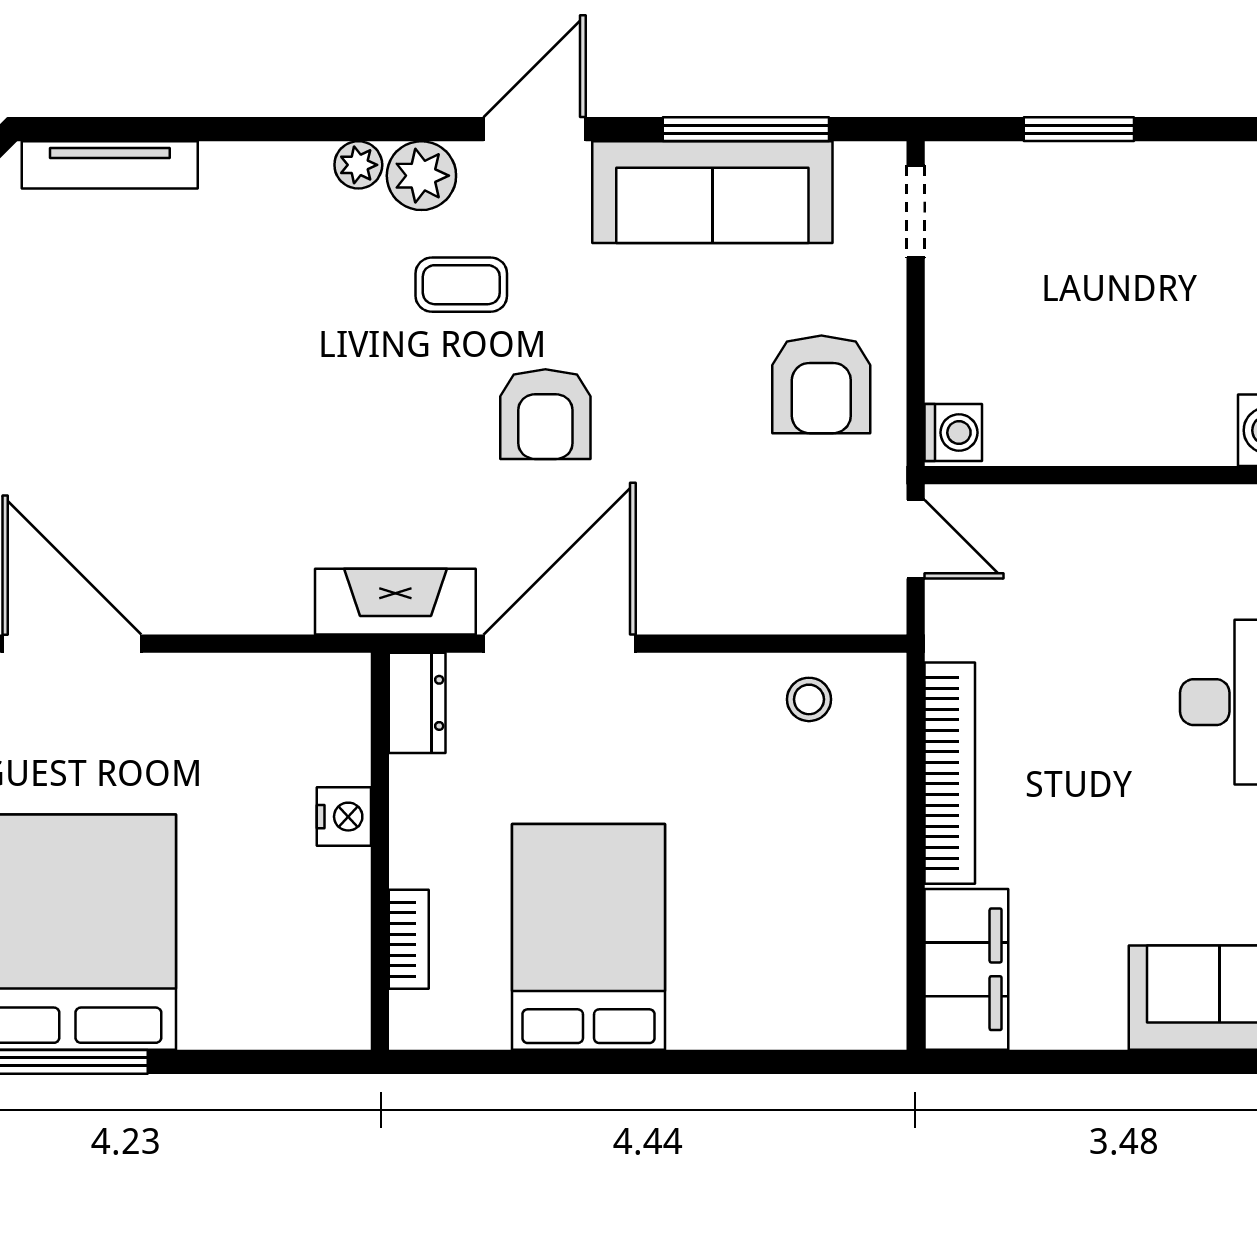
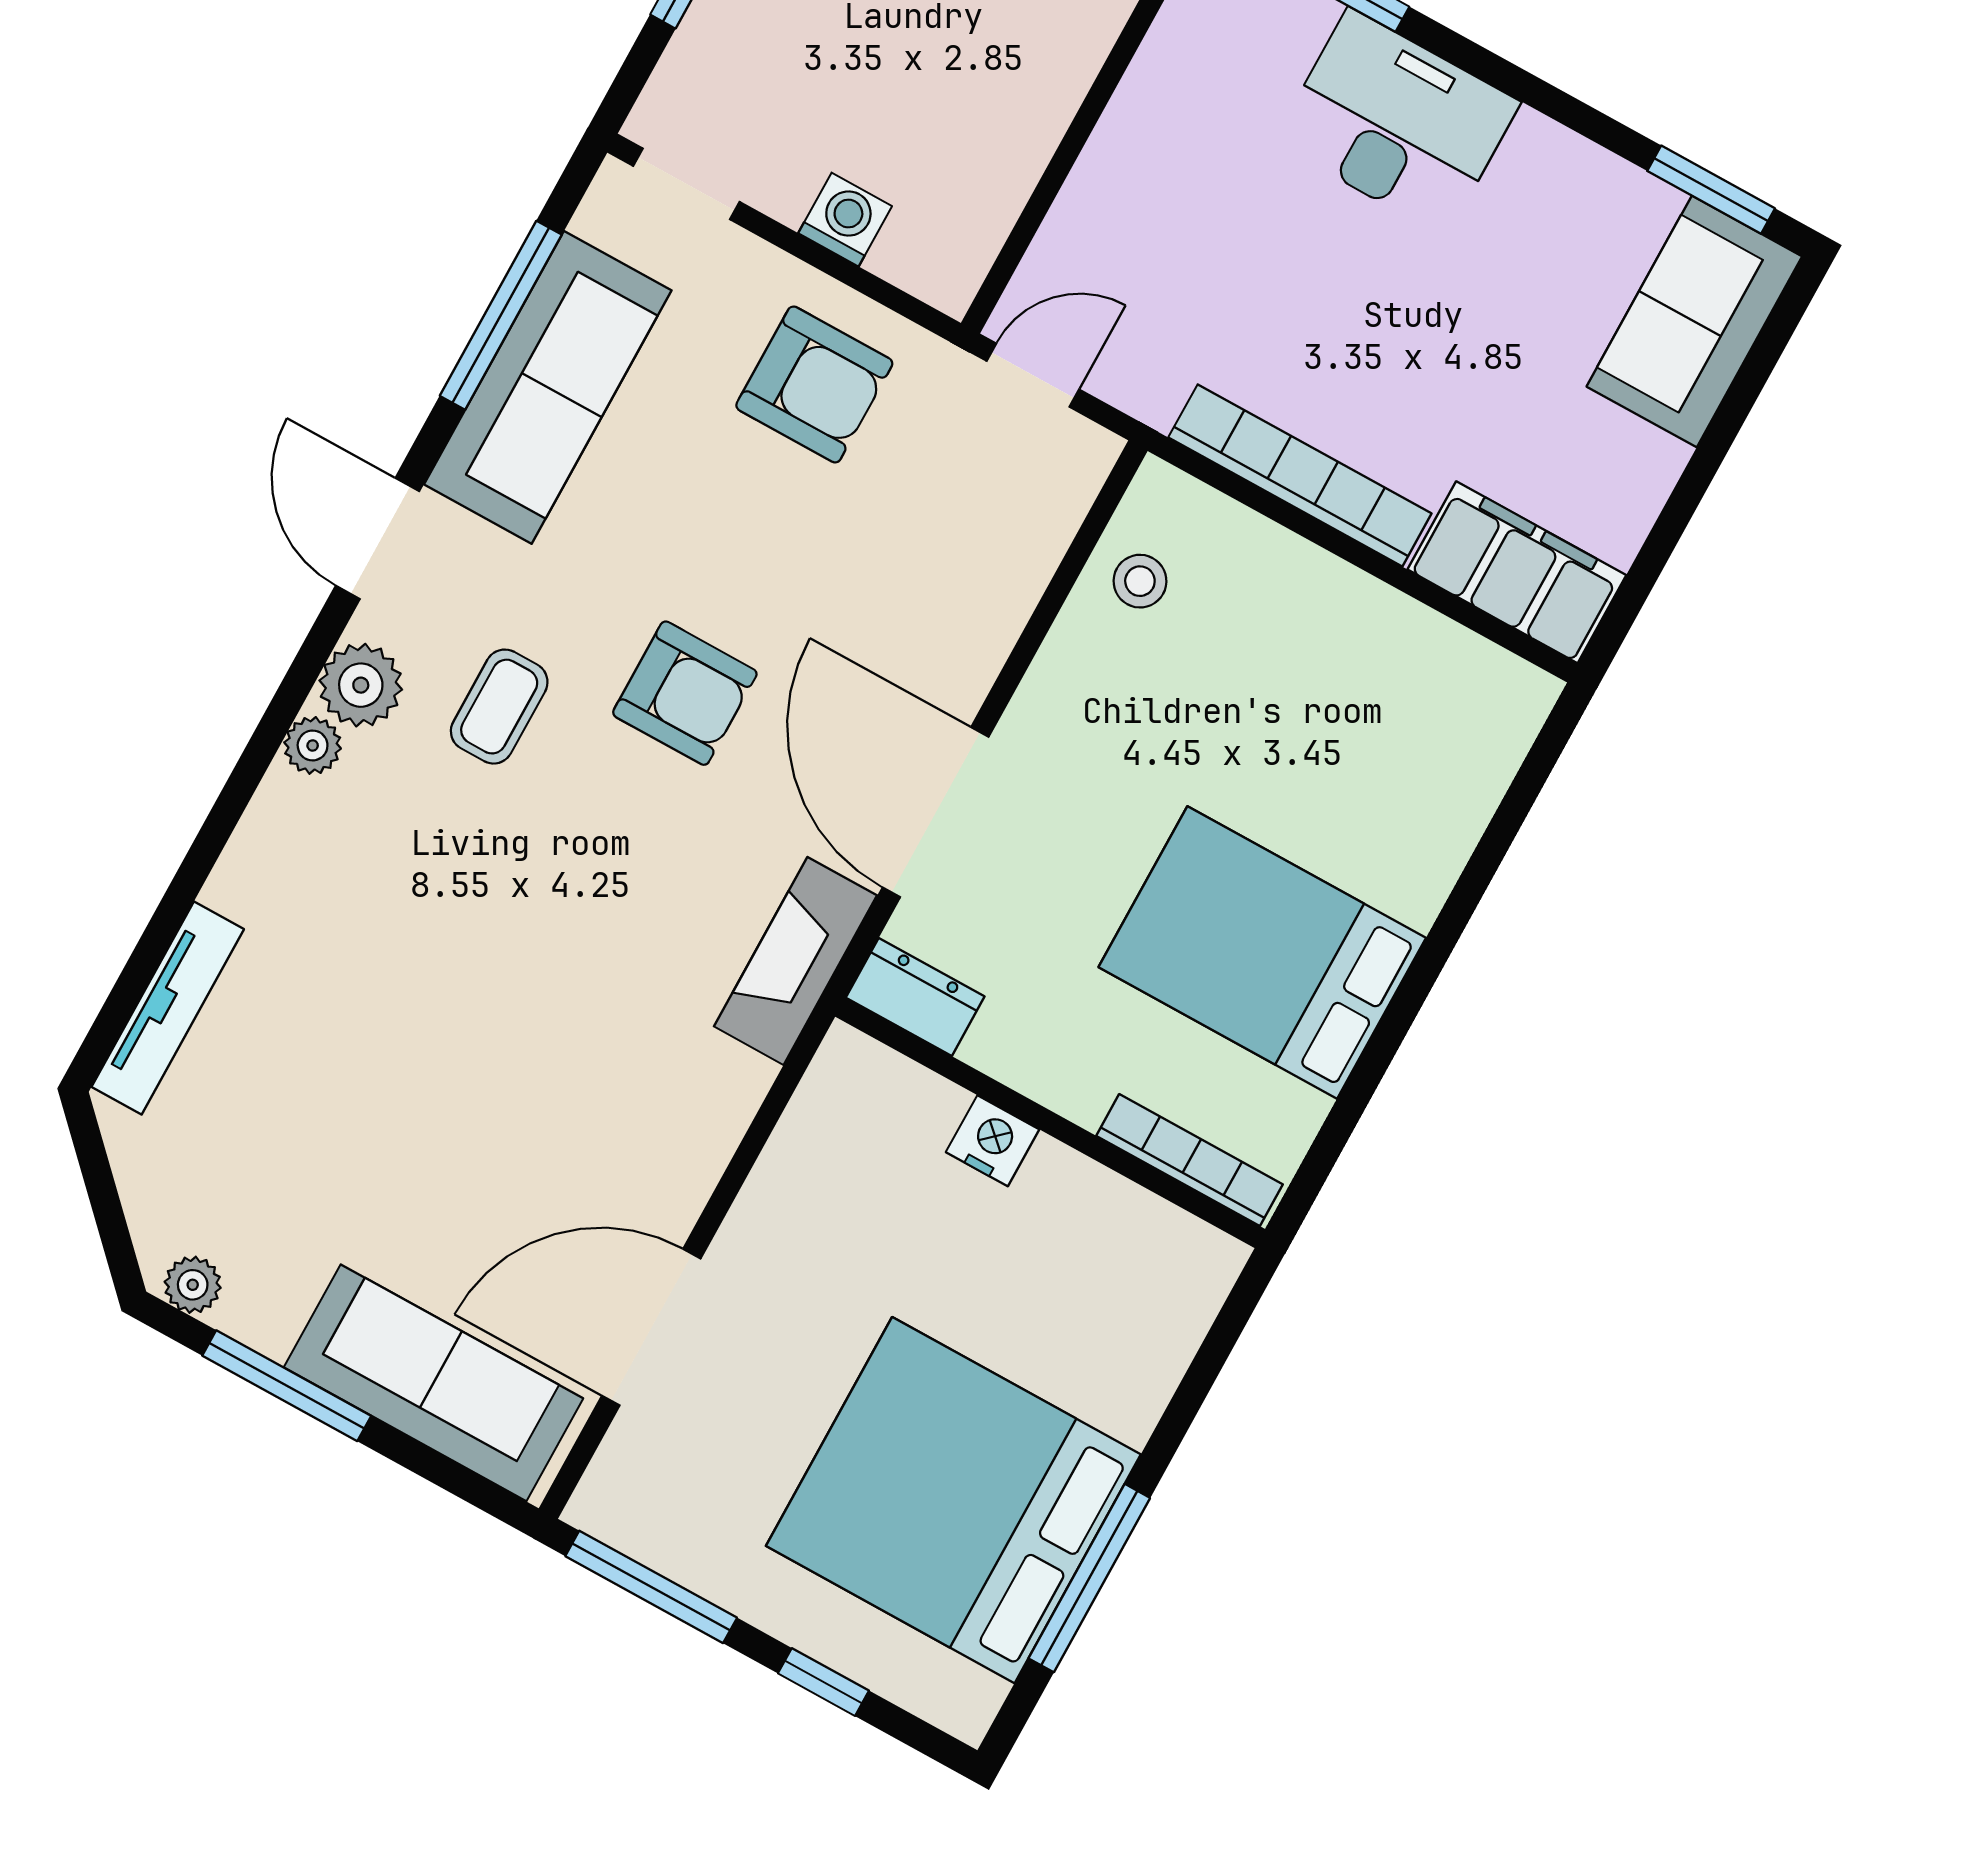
washing machine: (953, 433) -> (845, 220), moved
bookcase: (409, 939) -> (1190, 1160), width x1.56

